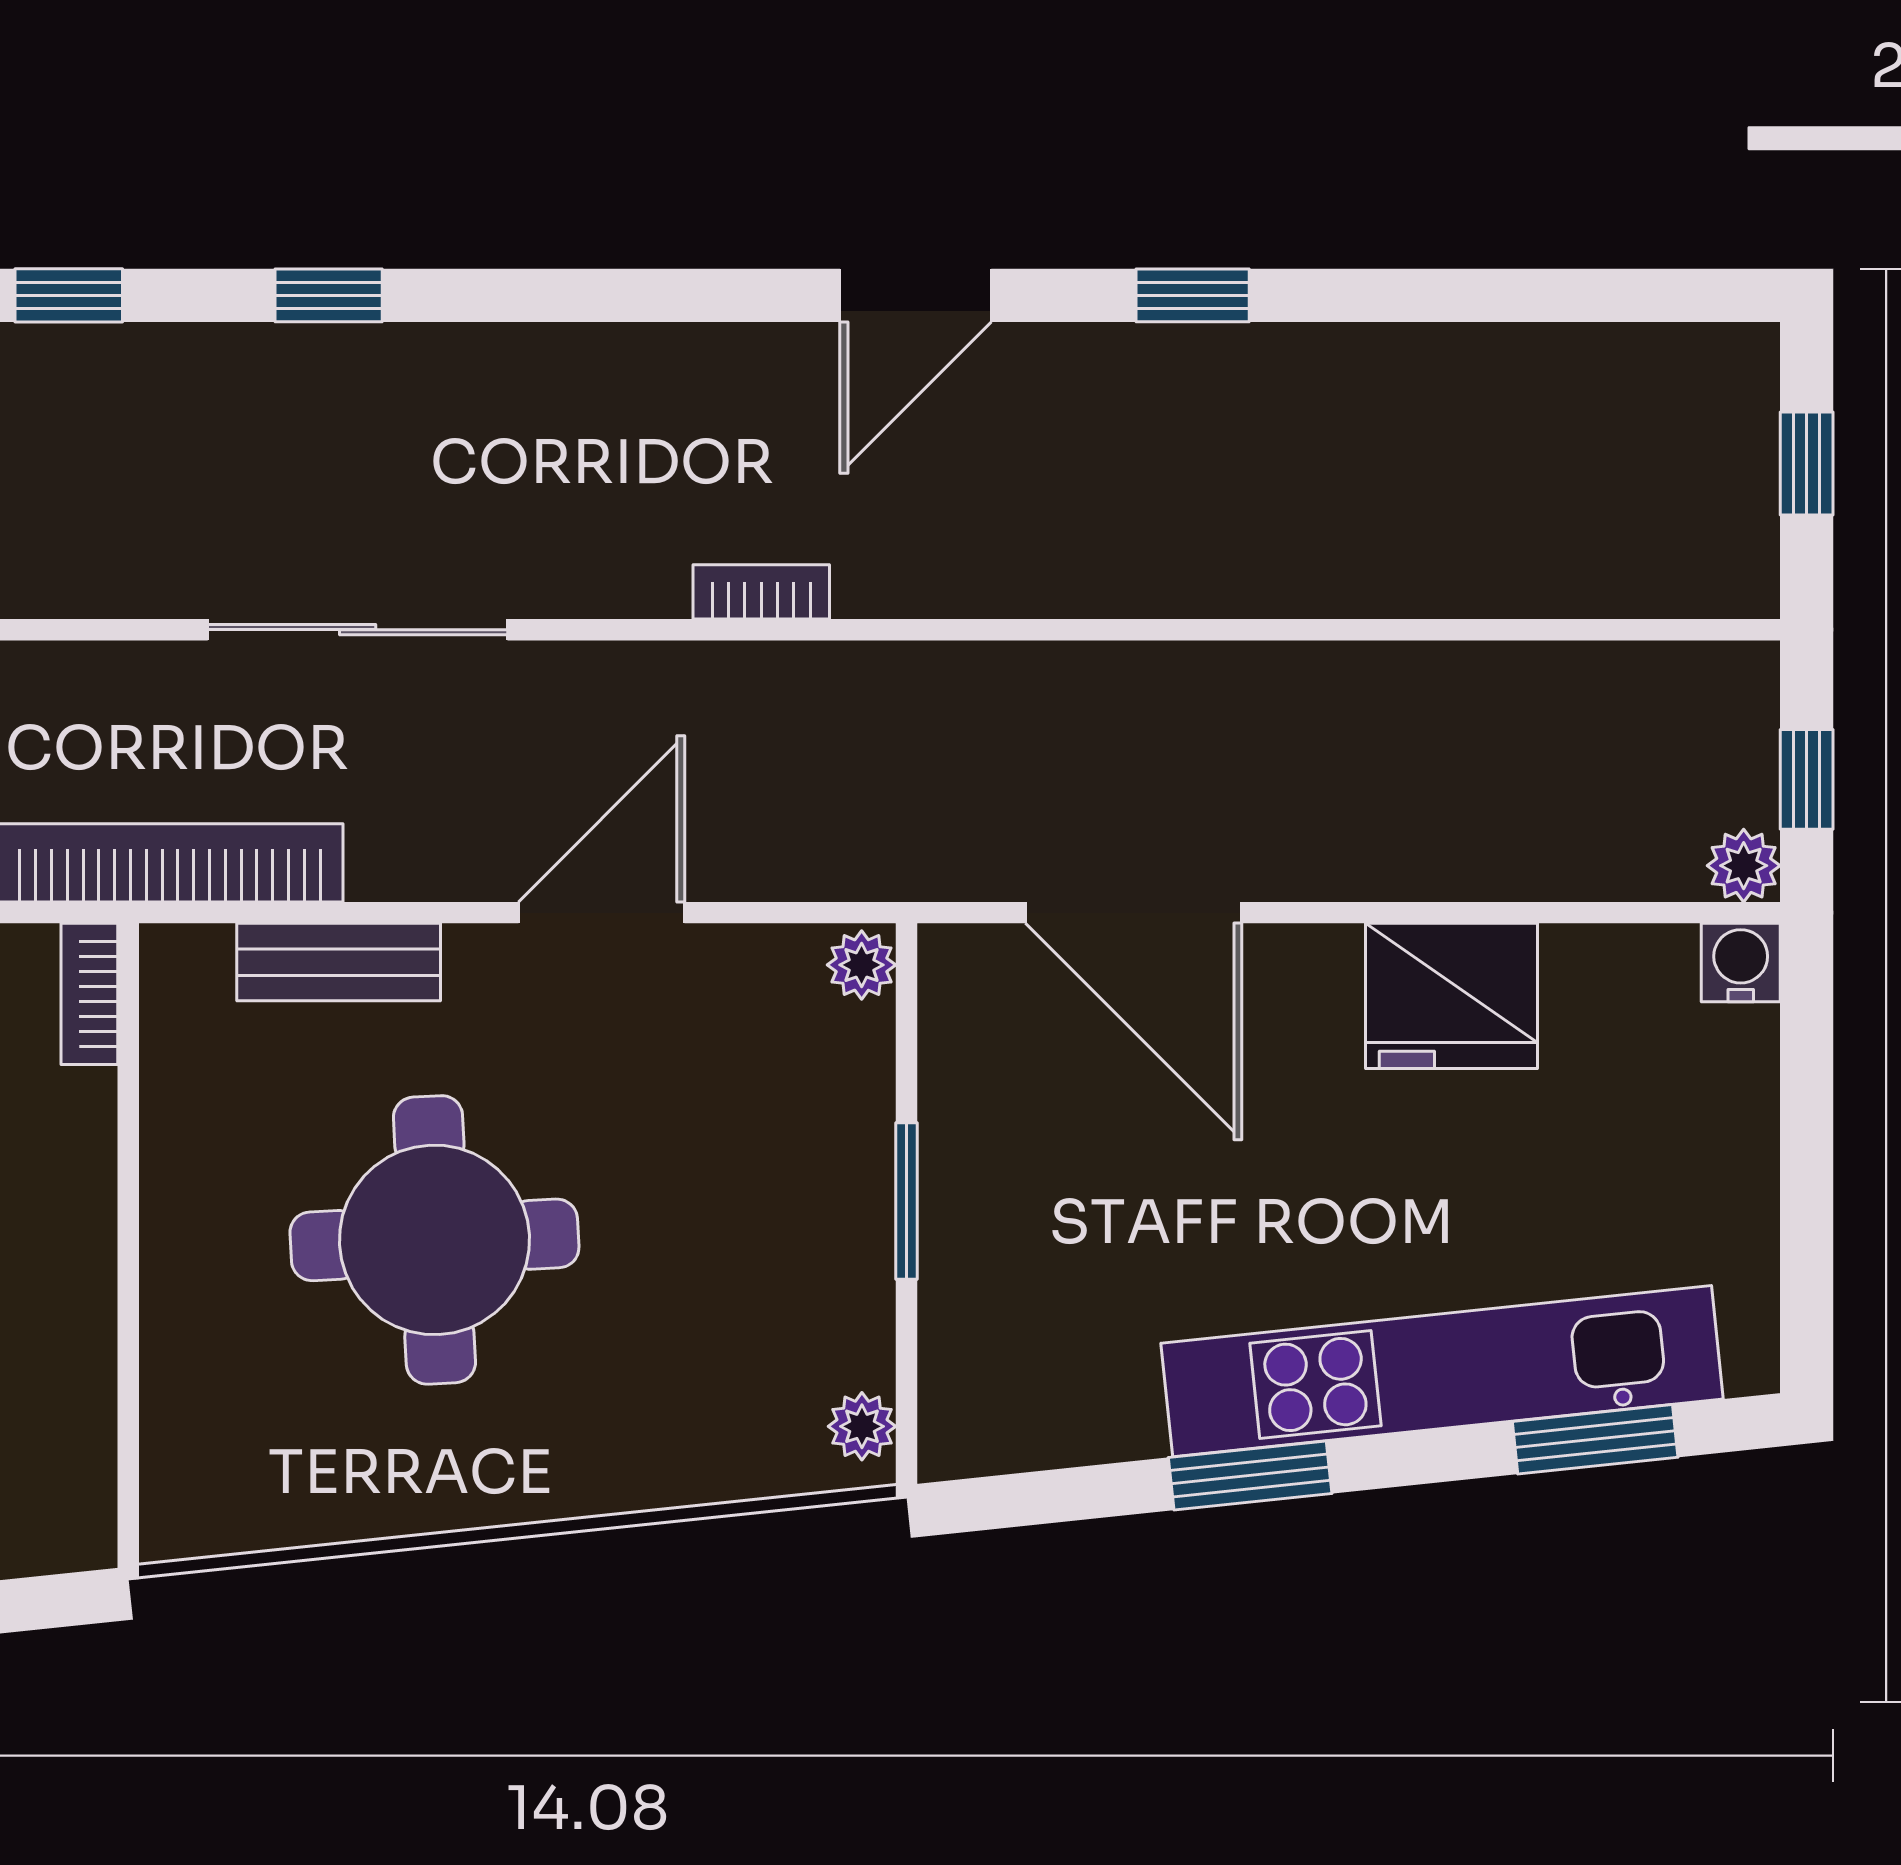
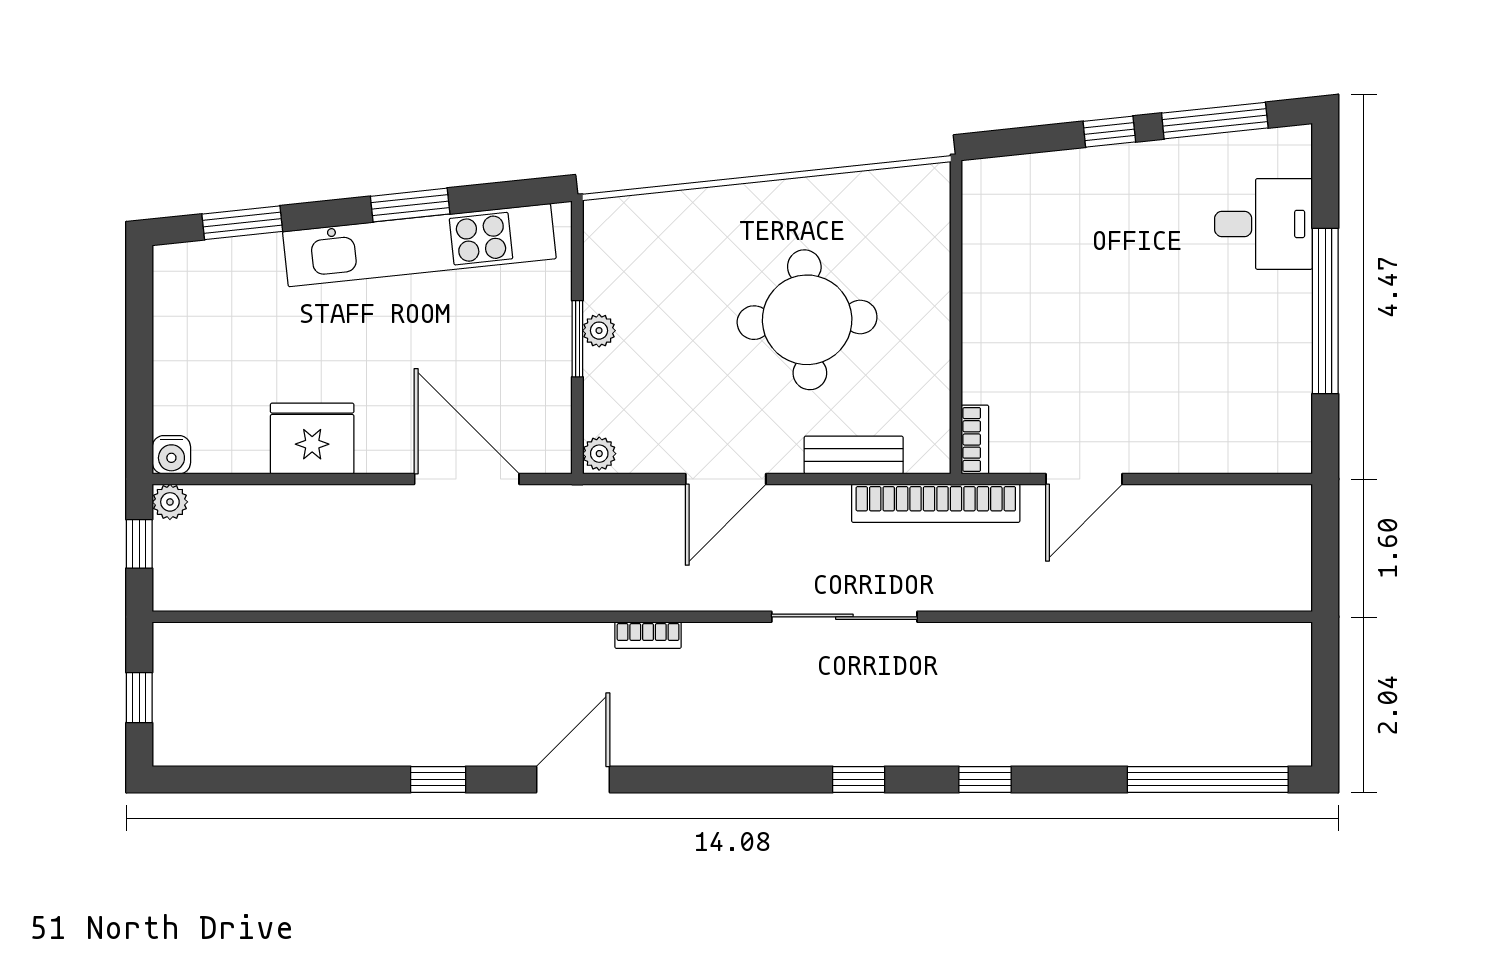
kitchen unit: (1442, 1371) -> (419, 245), moved
plant: (862, 1426) -> (599, 331), moved

